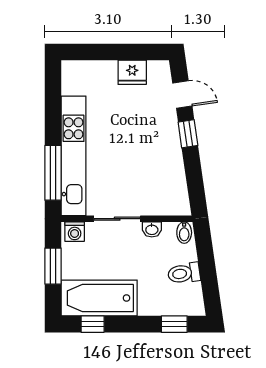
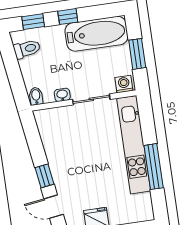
window: (53, 173) -> (154, 167), moved
toilet: (184, 273) -> (27, 49), moved
window: (93, 324) -> (68, 17), moved

